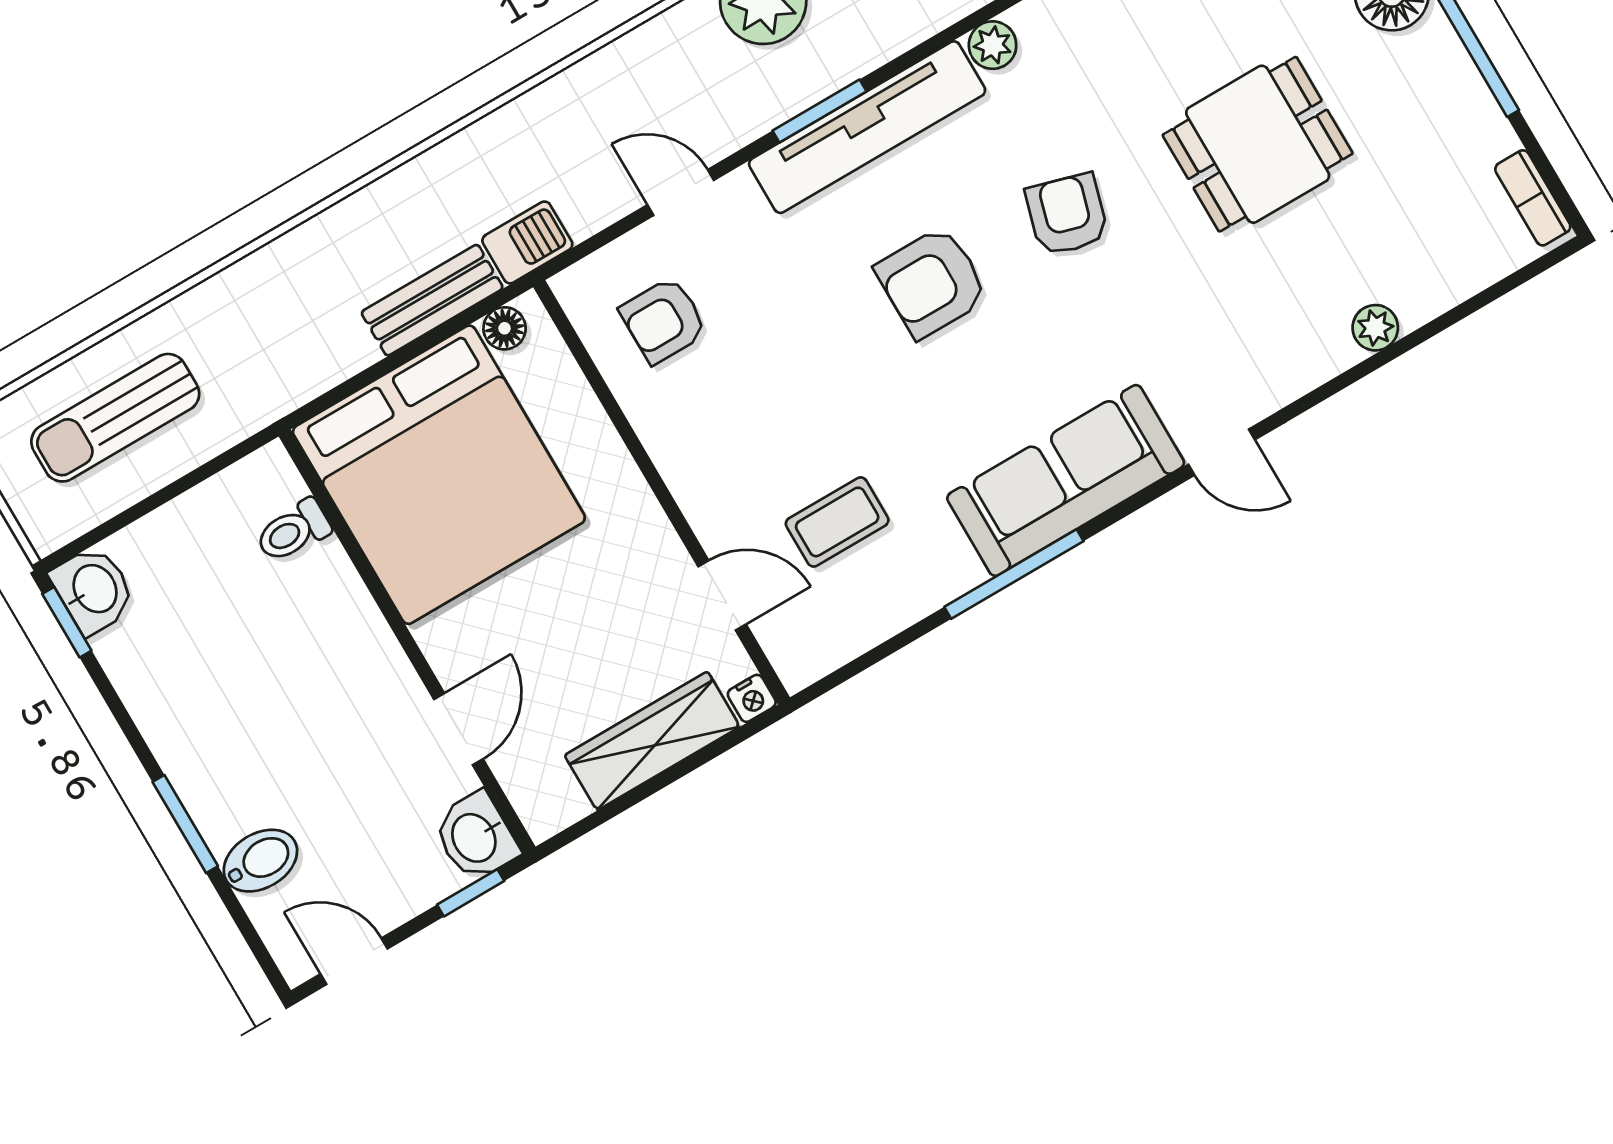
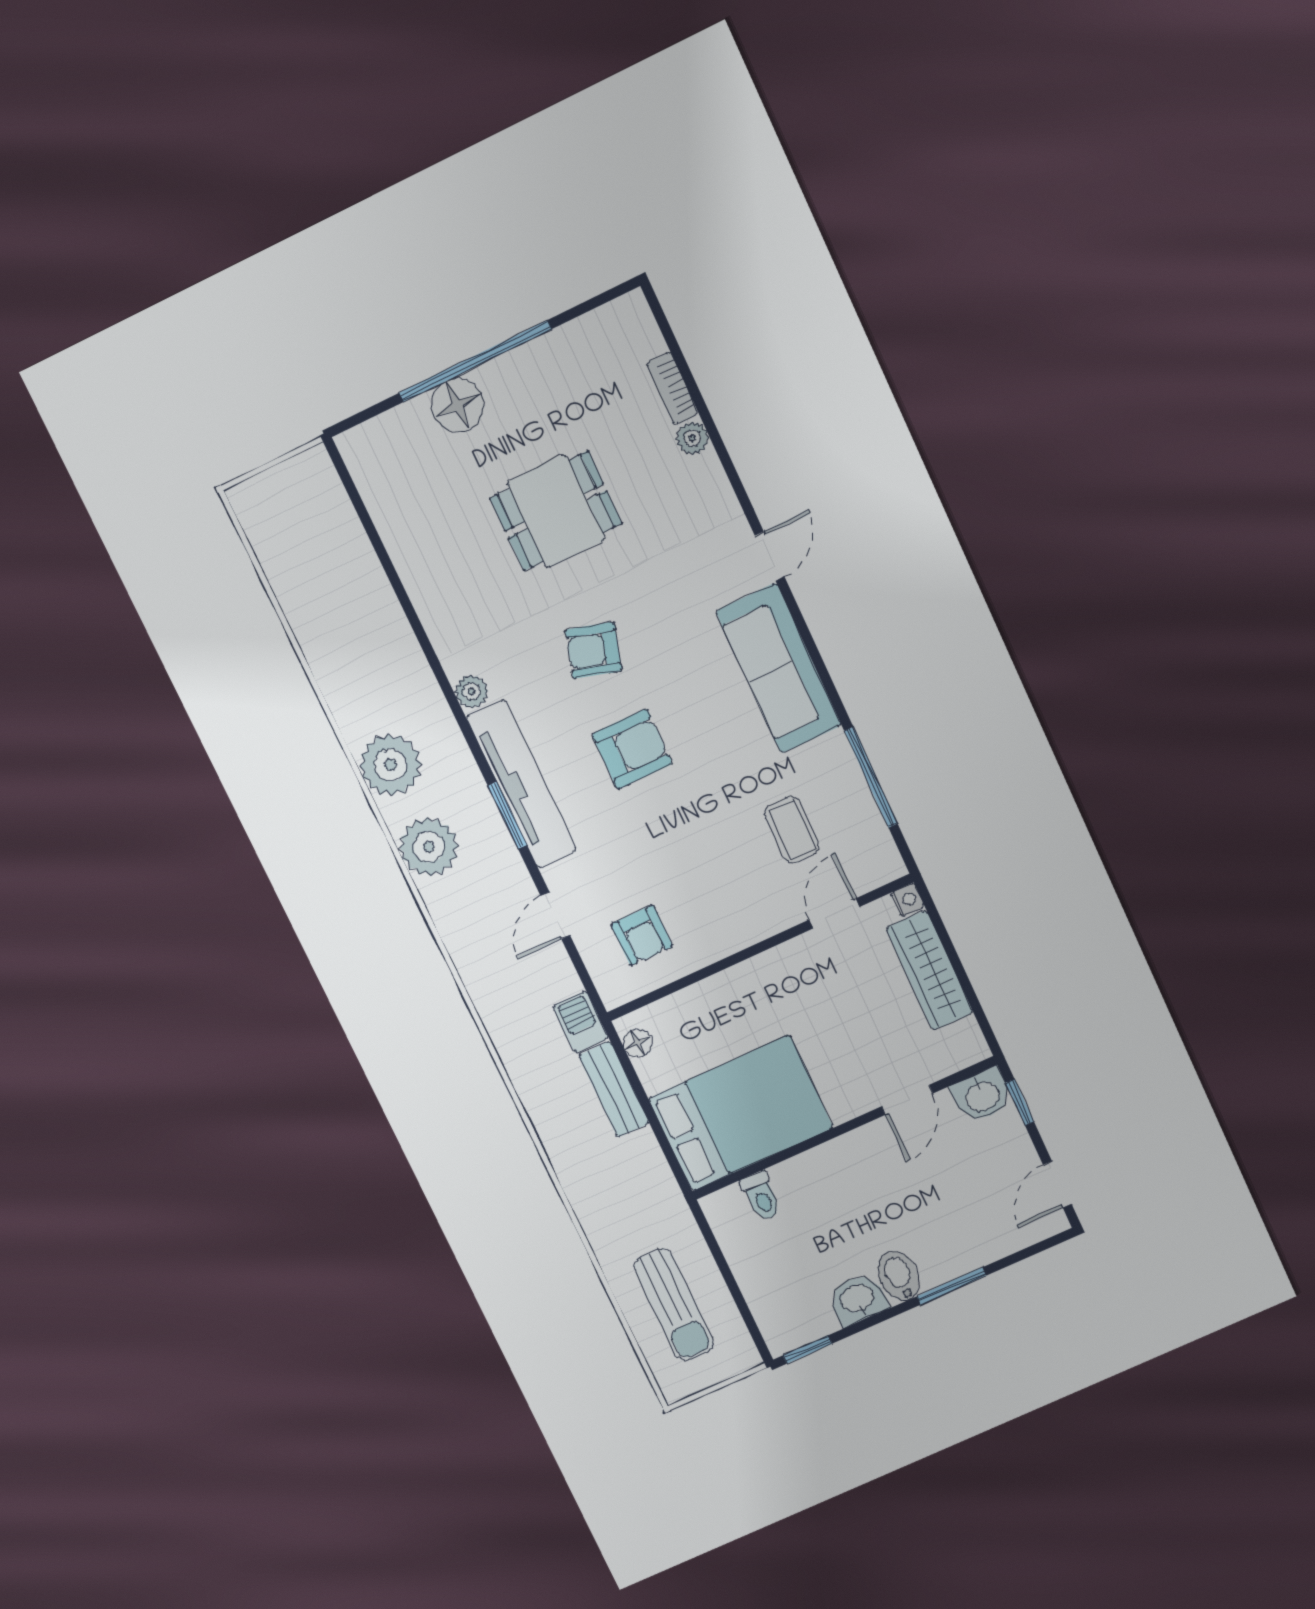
dining table: (1258, 144) -> (556, 511), turned 90
bookcase: (1533, 198) -> (672, 388), moved, turned 90
armchair: (932, 282) -> (632, 749), turned -90
bed: (439, 475) -> (741, 1113), width x0.73
window: (1014, 574) -> (871, 777), moved
washbasin: (93, 590) -> (858, 1299), moved
door: (458, 729) -> (907, 1100), swing flipped
bidet: (260, 861) -> (899, 1276), moved

